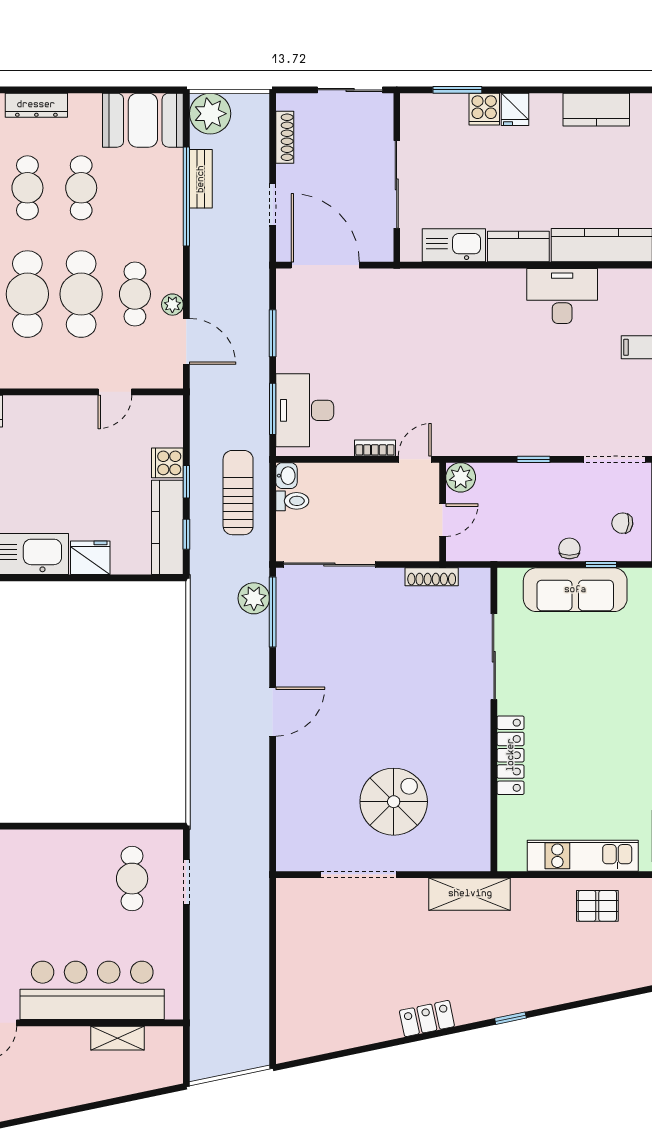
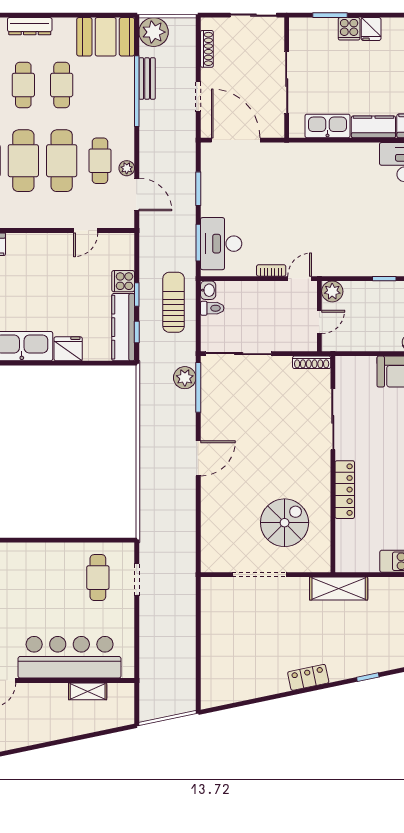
sliding door: (494, 657) -> (333, 419), moved
wall: (494, 720) -> (333, 464), moved
locker: (511, 755) -> (345, 490), moved

